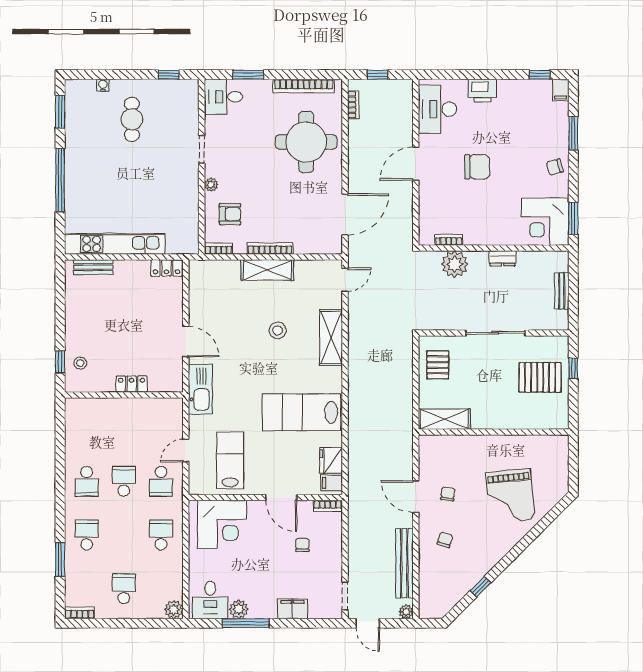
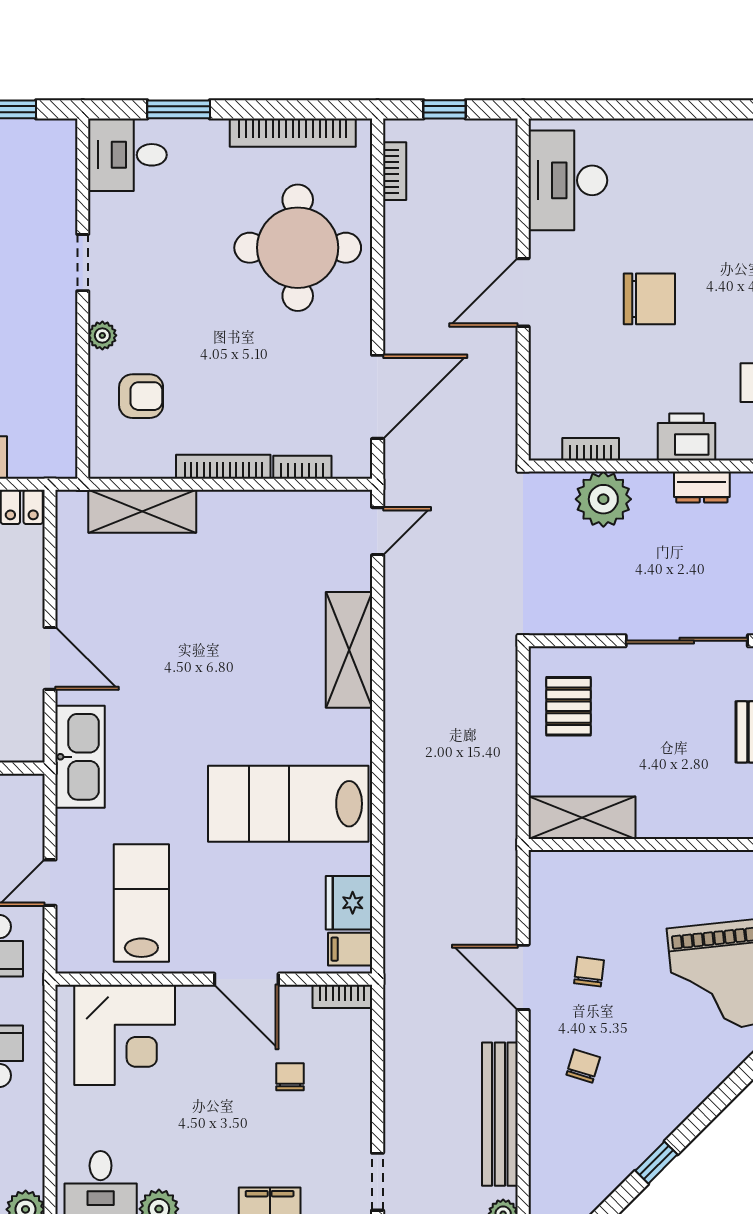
printer: (482, 91) -> (687, 437), moved, turned 180
bookcase: (218, 249) -> (302, 467), moved
shelving: (267, 270) -> (142, 511), moved
stool: (278, 330) -> (239, 635), removed

